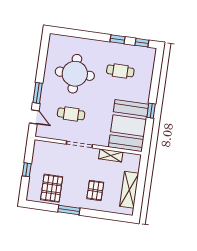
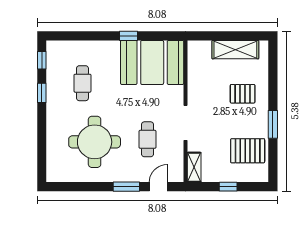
shelving: (111, 155) -> (194, 167), moved

